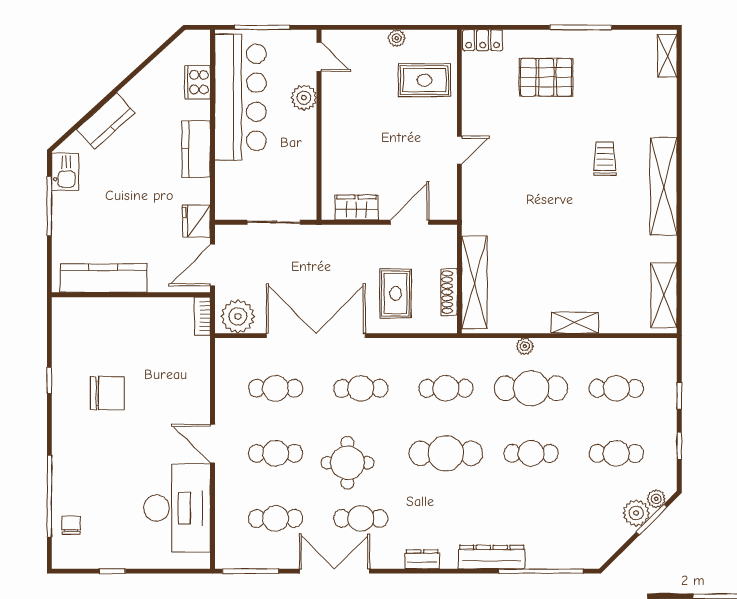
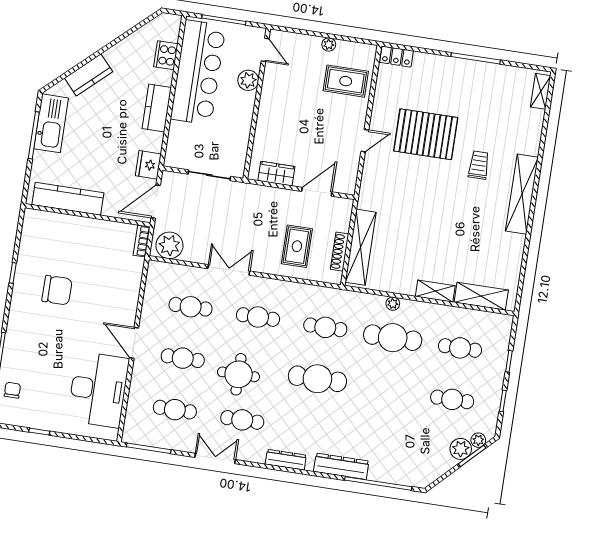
pallet: (546, 77) -> (426, 134), moved, width x1.37, depth x1.41
kitchen sink: (65, 172) -> (51, 123), width x1.88, depth x1.24
shelving: (664, 295) -> (481, 296), moved, turned 90
double door: (316, 336) -> (229, 270), width x0.54
cafe table: (531, 453) -> (385, 389), removed
dresser: (422, 559) -> (286, 460), width x1.44
double door: (334, 571) -> (215, 458), width x0.73

